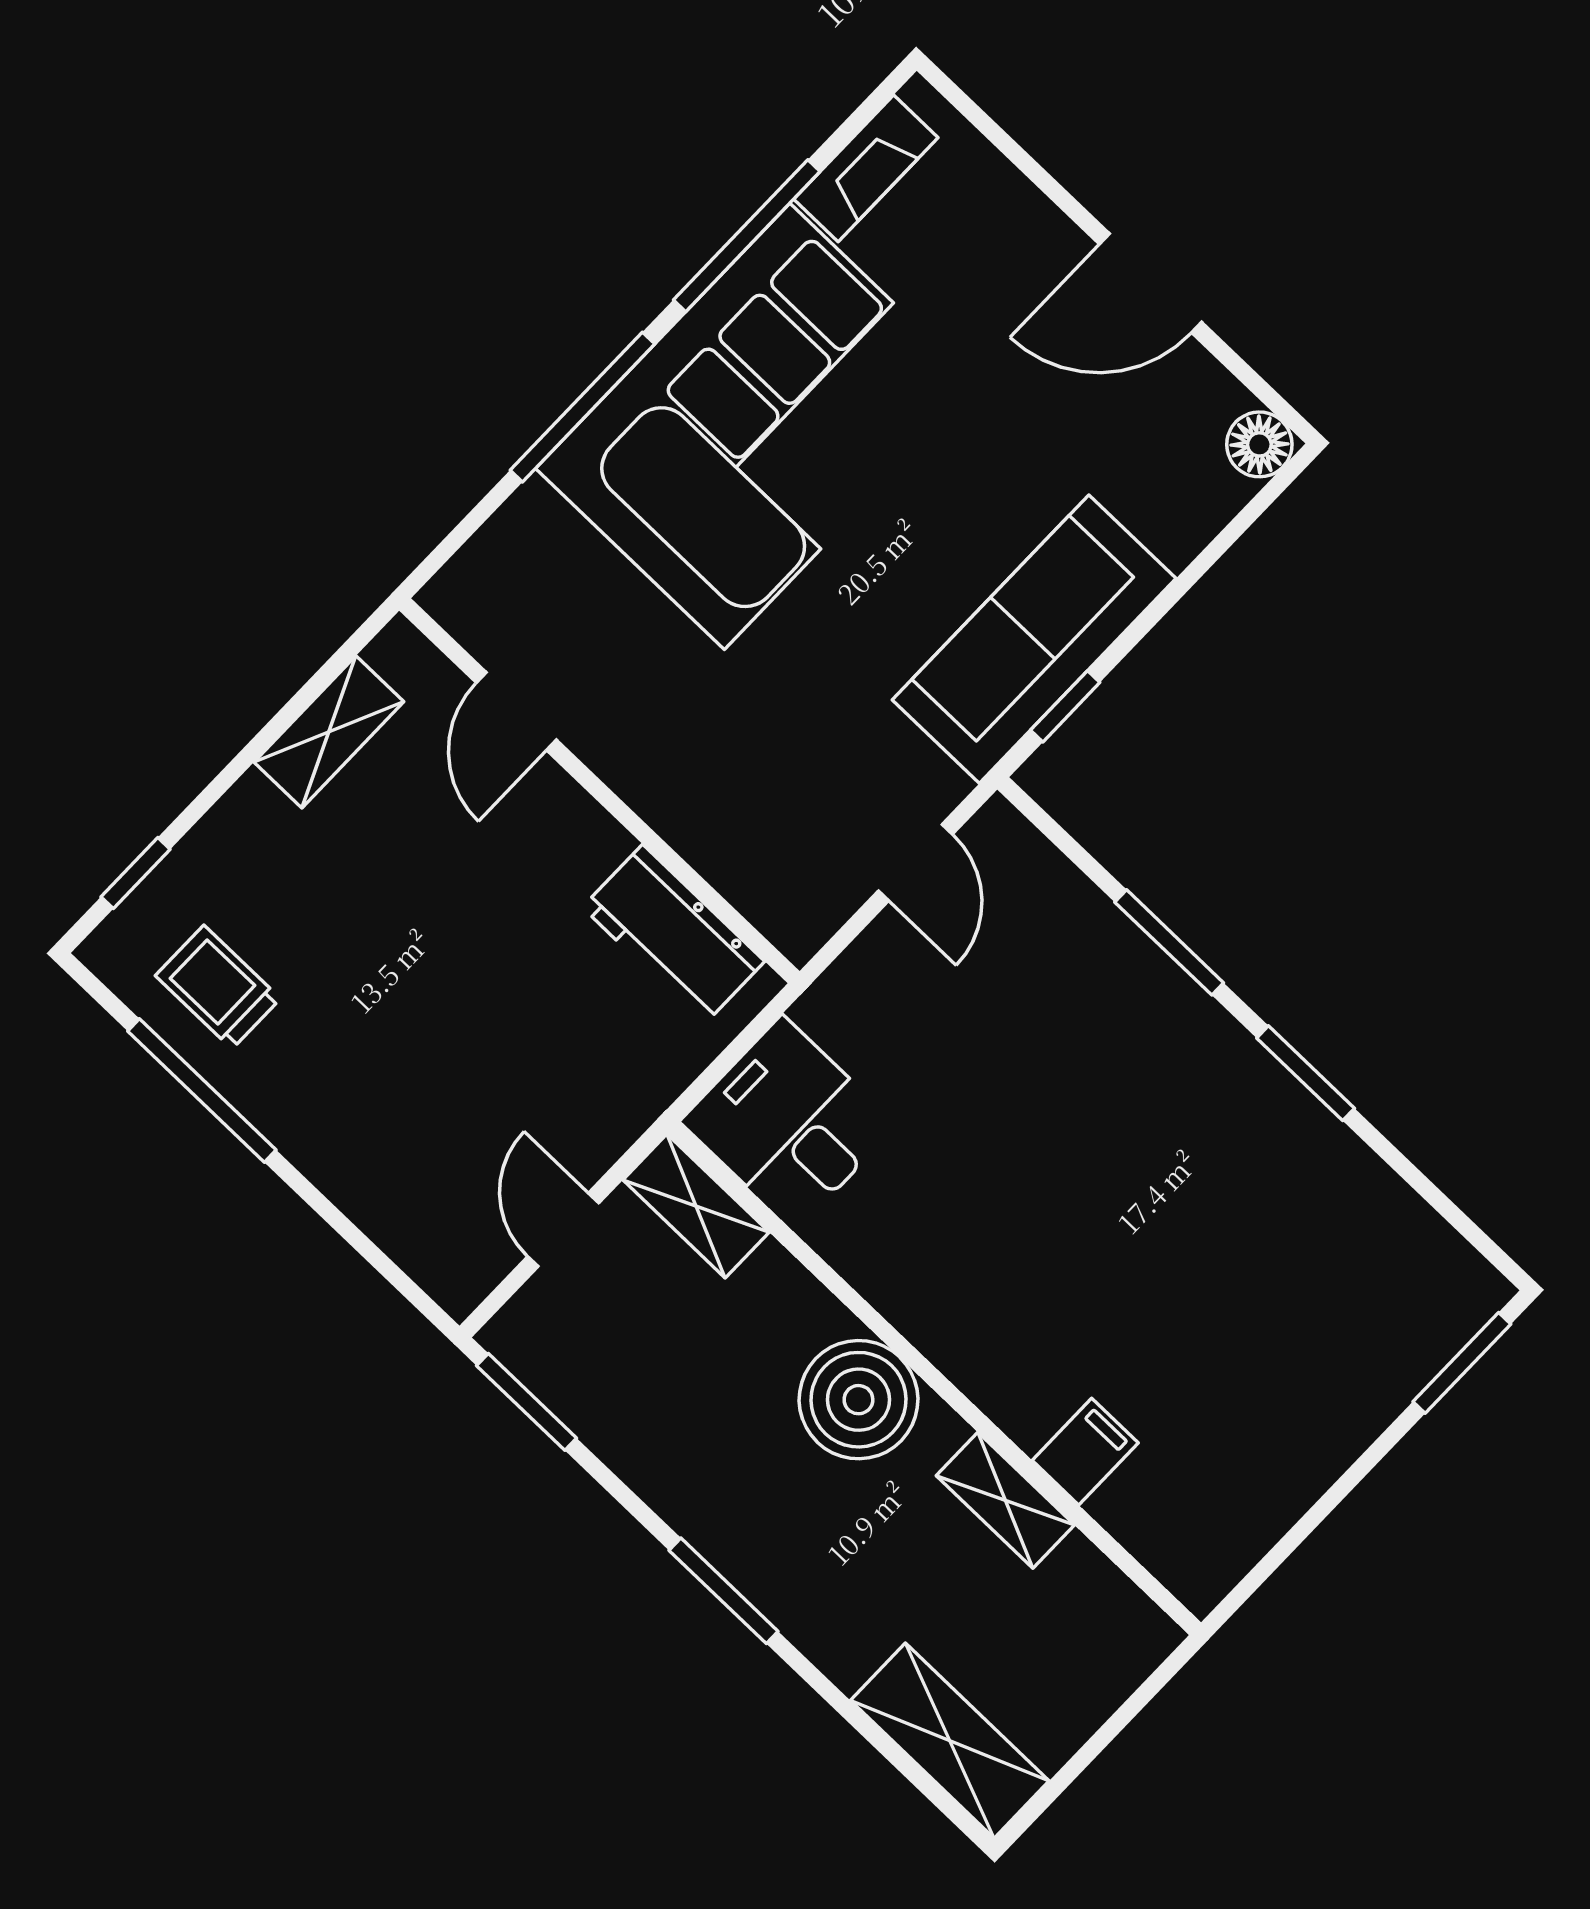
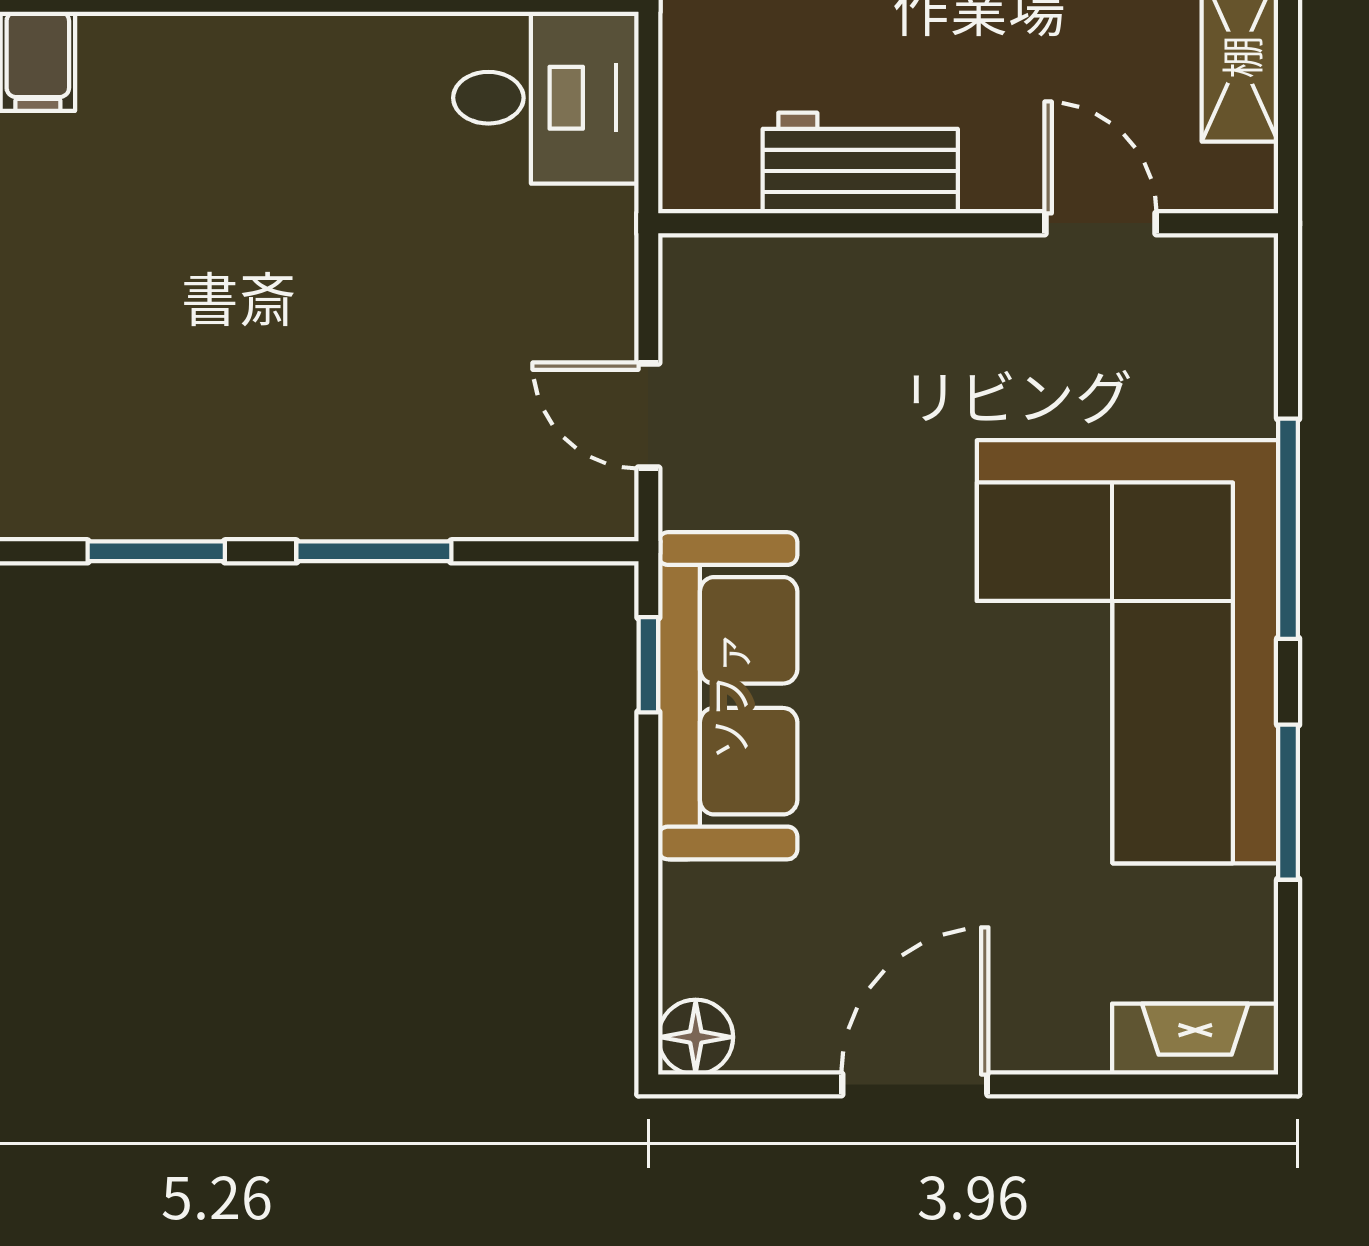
fireplace: (866, 168) -> (1195, 1039), moved, turned 90
window: (747, 236) -> (1288, 802), width x0.69
workbench: (673, 934) -> (860, 163), moved

